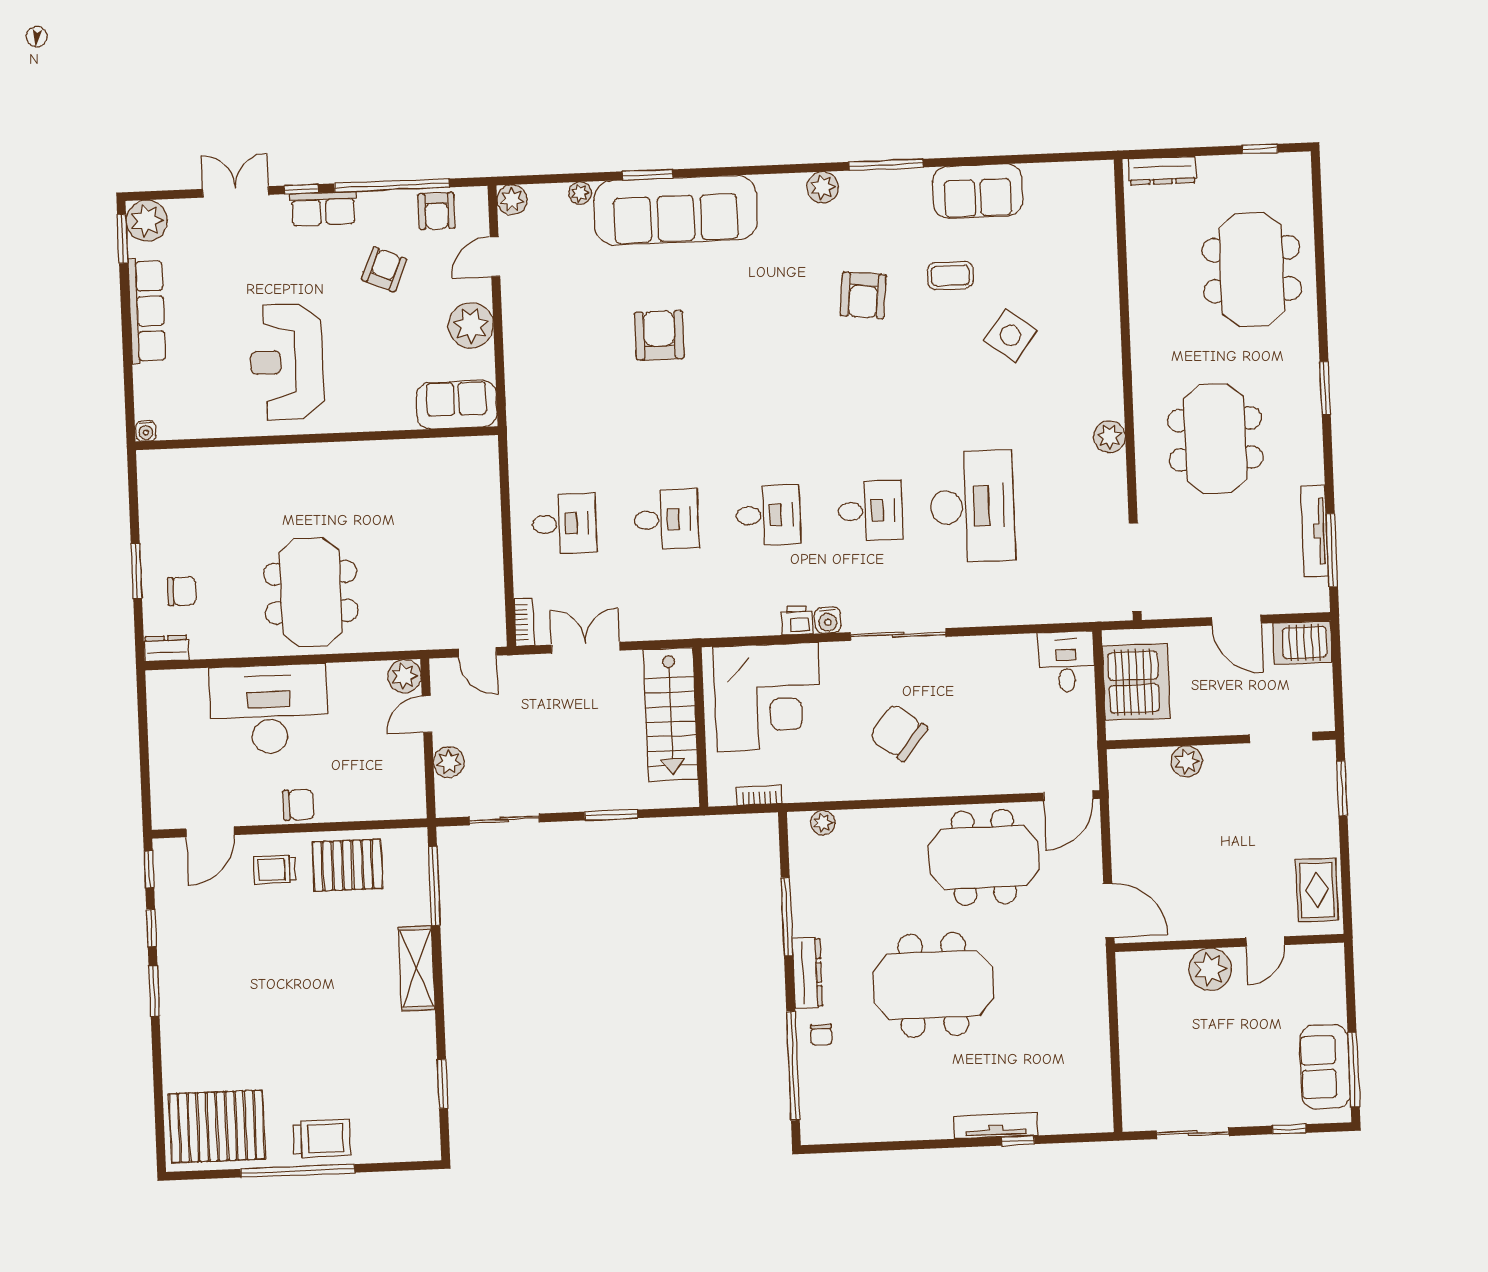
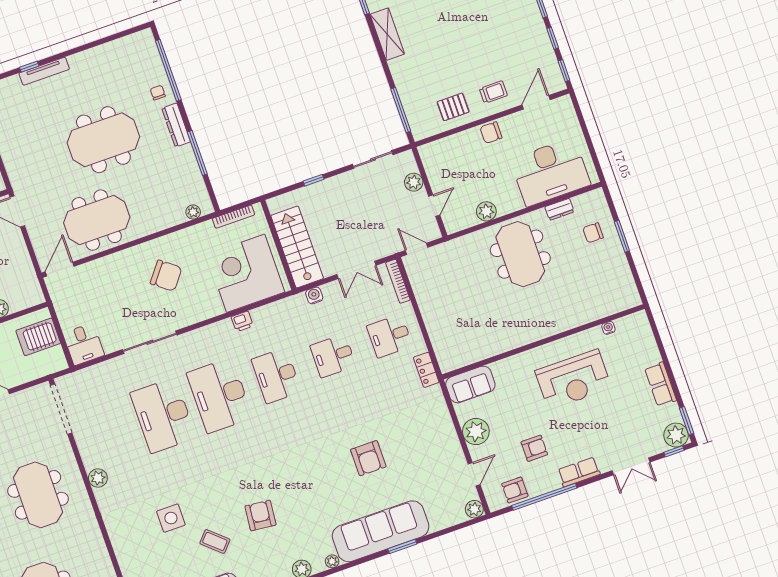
window: (301, 189) -> (674, 451), moved
plant: (580, 193) -> (332, 561), moved
armchair: (437, 211) -> (515, 490), turned -90
armchair: (384, 269) -> (534, 448), turned -113
coffee table: (950, 276) -> (215, 541), turned 42
row of seats: (147, 311) -> (661, 384), width x0.68
side table: (1010, 335) -> (171, 518), turned -37
reception desk: (287, 362) -> (573, 380), turned 90
water cooler: (146, 431) -> (608, 328), moved
locker: (521, 450) -> (426, 370), added
desk: (870, 511) -> (220, 395), width x1.87, depth x1.30
desk: (768, 515) -> (276, 376), width x1.37
water cooler: (828, 620) -> (314, 295), moved
bookcase: (524, 622) -> (398, 281), width x1.56
sliding door: (898, 635) -> (150, 342), moved
dresser: (166, 648) -> (559, 209), moved
plant: (404, 676) -> (486, 211), moved
server rack: (1136, 682) -> (38, 337), width x0.62
desk: (269, 709) -> (550, 172), moved
bookcase: (759, 795) -> (233, 217), width x1.56
window: (611, 815) -> (313, 180), width x0.67
pallet: (348, 865) -> (453, 107), width x0.67, depth x0.71
shelving: (417, 968) -> (387, 34), moved

